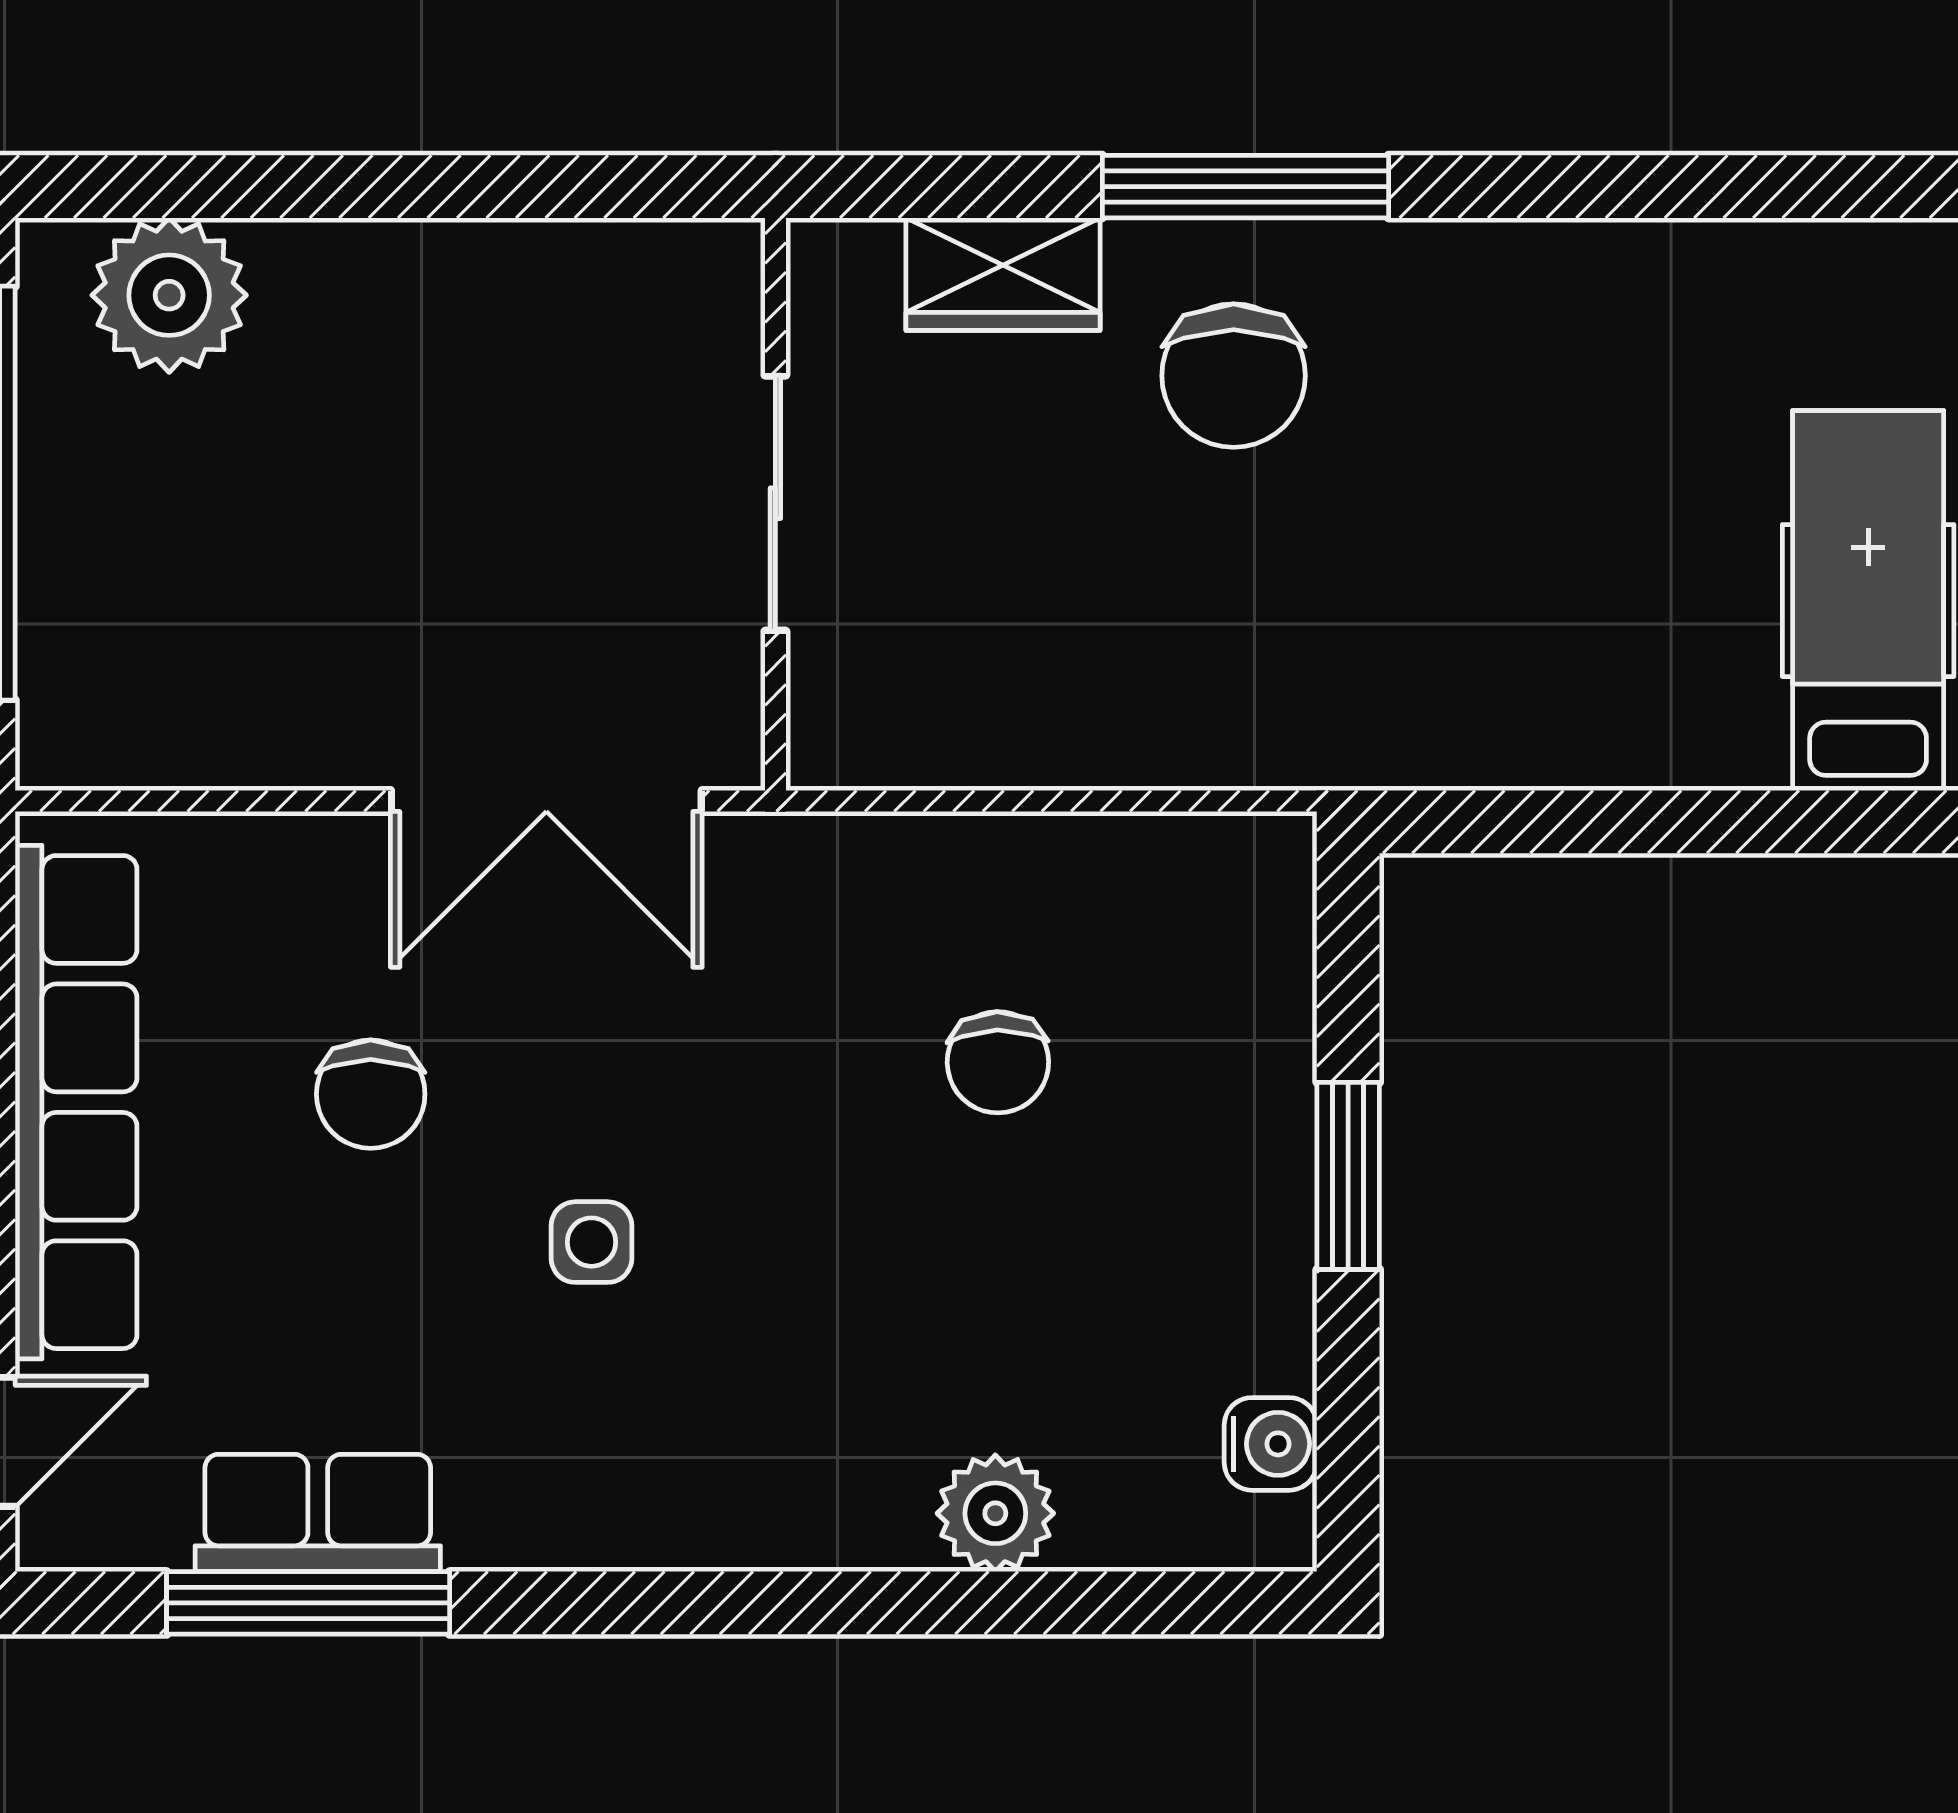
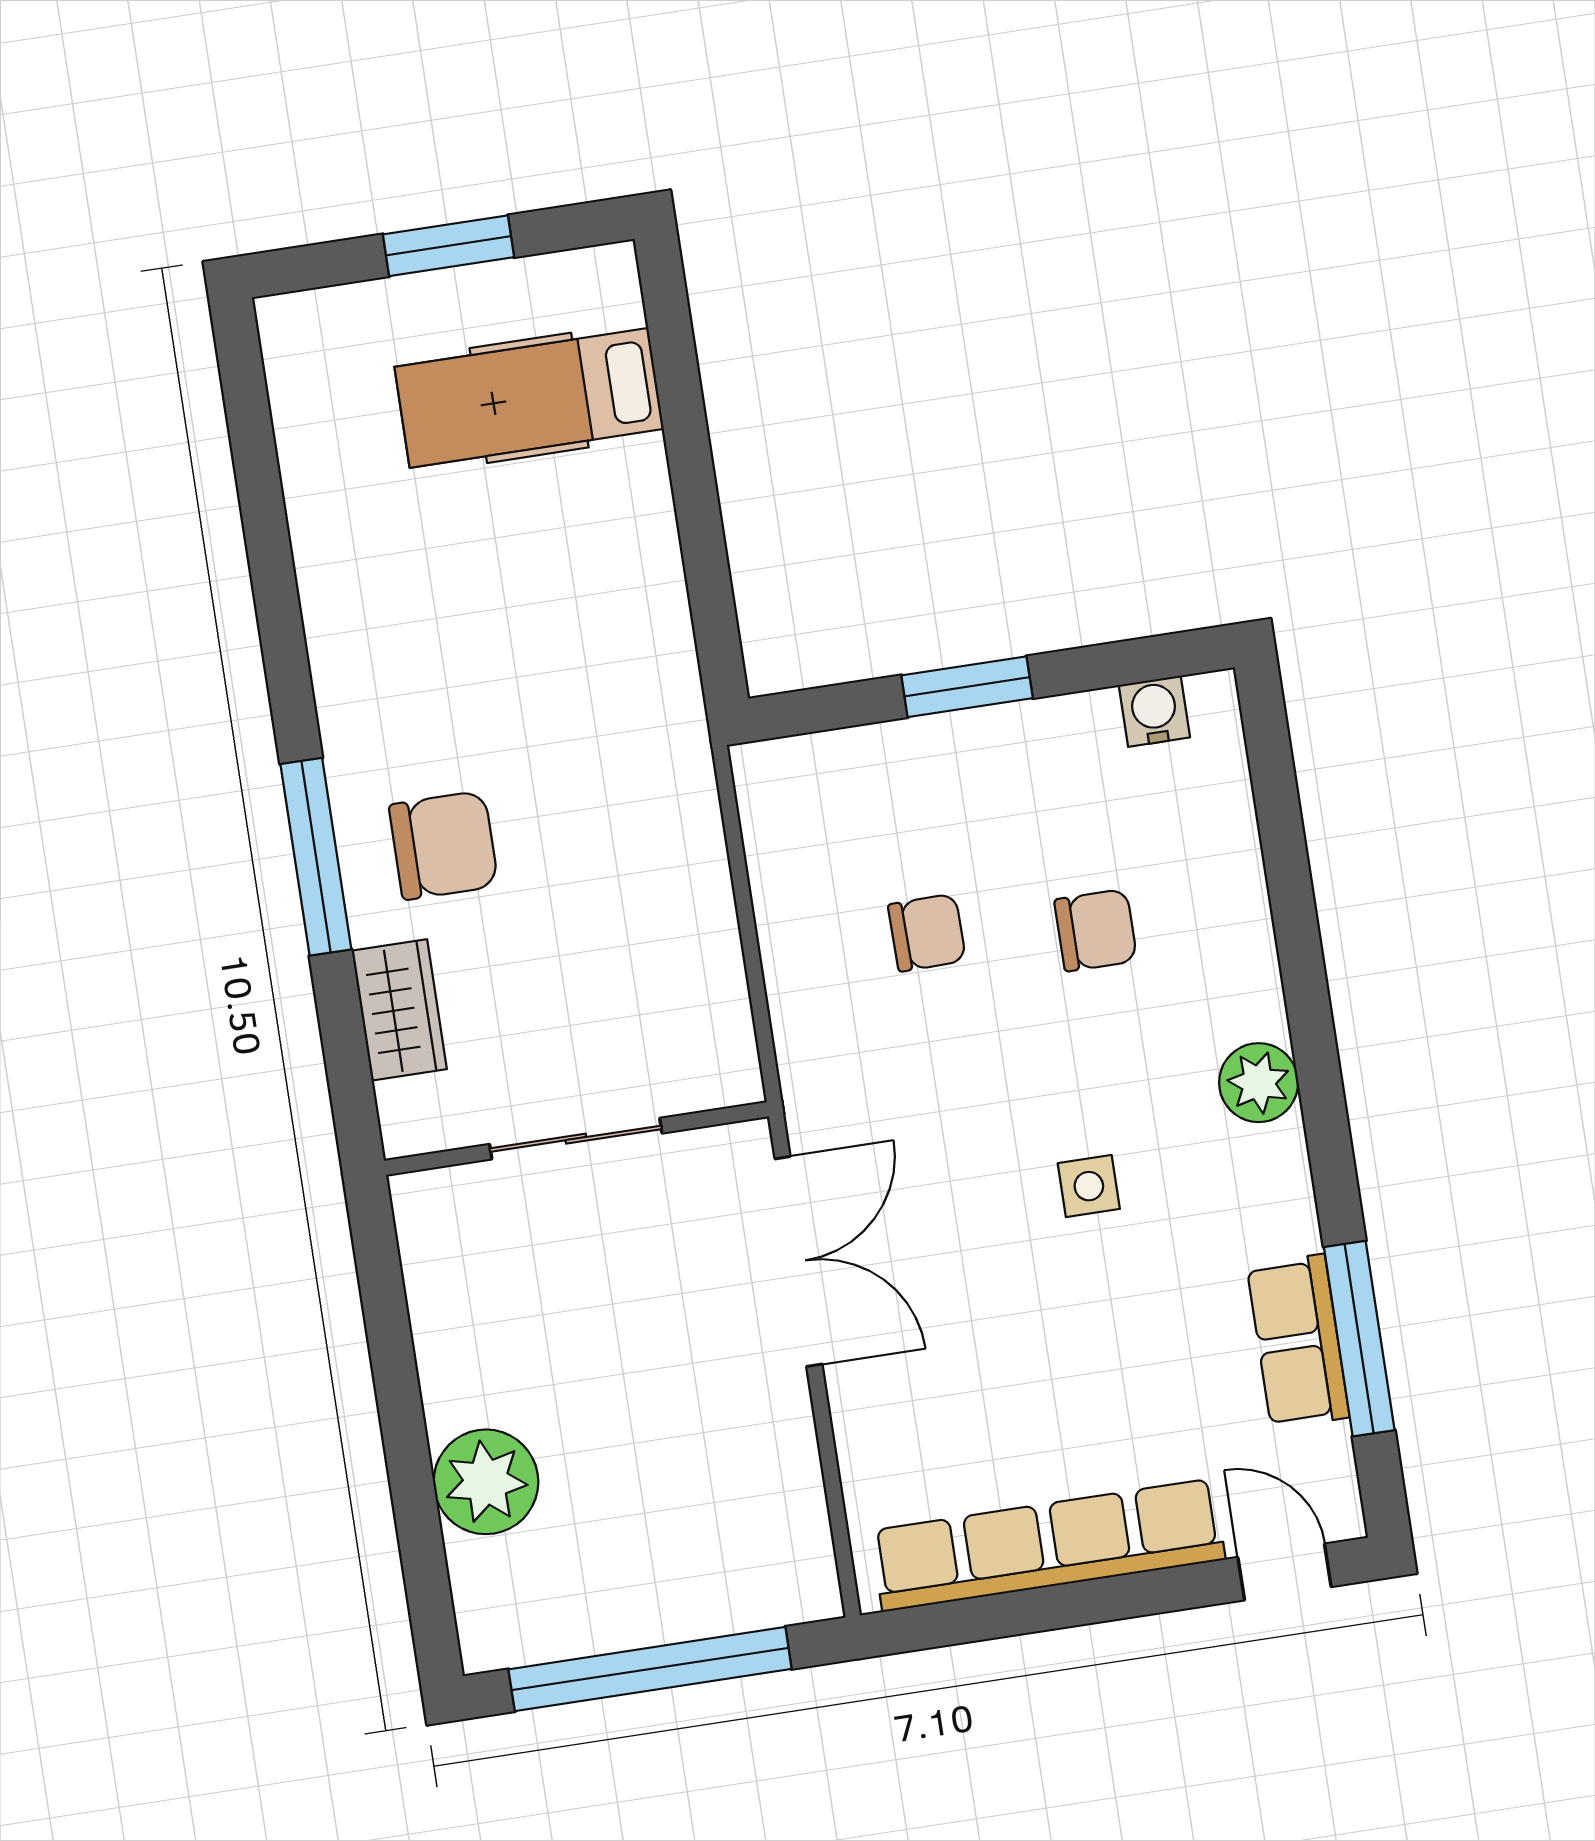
plant: (169, 295) -> (486, 1482), moved
chair: (371, 1094) -> (1096, 930), moved
plant: (995, 1513) -> (1259, 1083), moved

